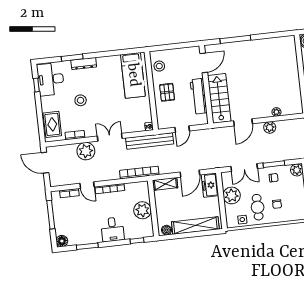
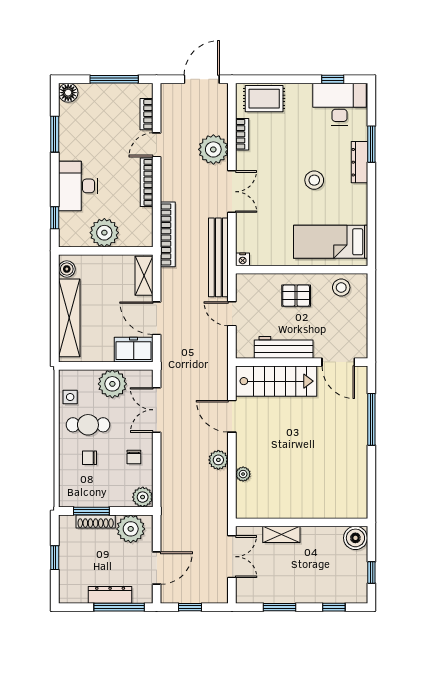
stool: (81, 100) -> (314, 180), moved
window: (274, 164) -> (157, 460), removed
desk: (113, 229) -> (78, 186), width x1.37

